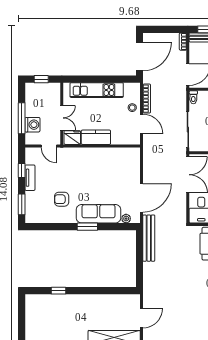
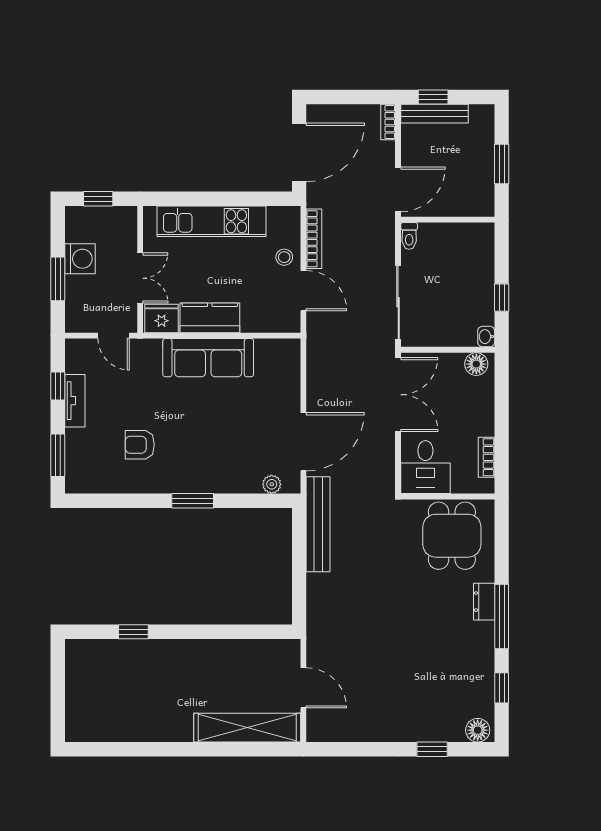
window: (22, 118) -> (58, 279), width x0.69
washing machine: (32, 125) -> (80, 259), moved
sofa: (99, 214) -> (208, 358), moved, turned 180
door: (142, 318) -> (303, 688), hinge flipped

